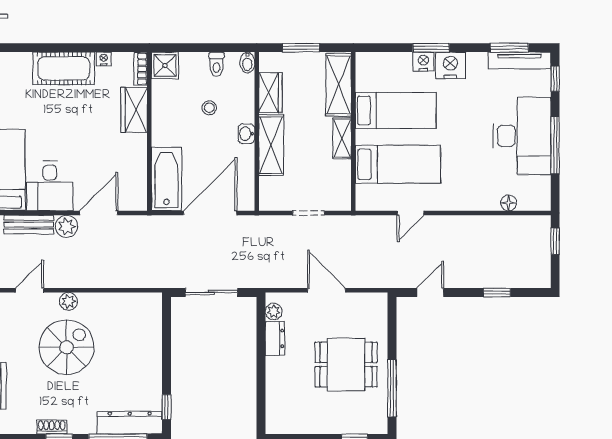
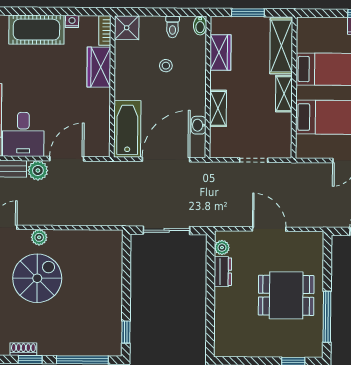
washbasin: (246, 134) -> (199, 125), moved
shelving: (271, 145) -> (218, 108), width x0.67, depth x0.75
dresser: (130, 423) -> (93, 346), removed

